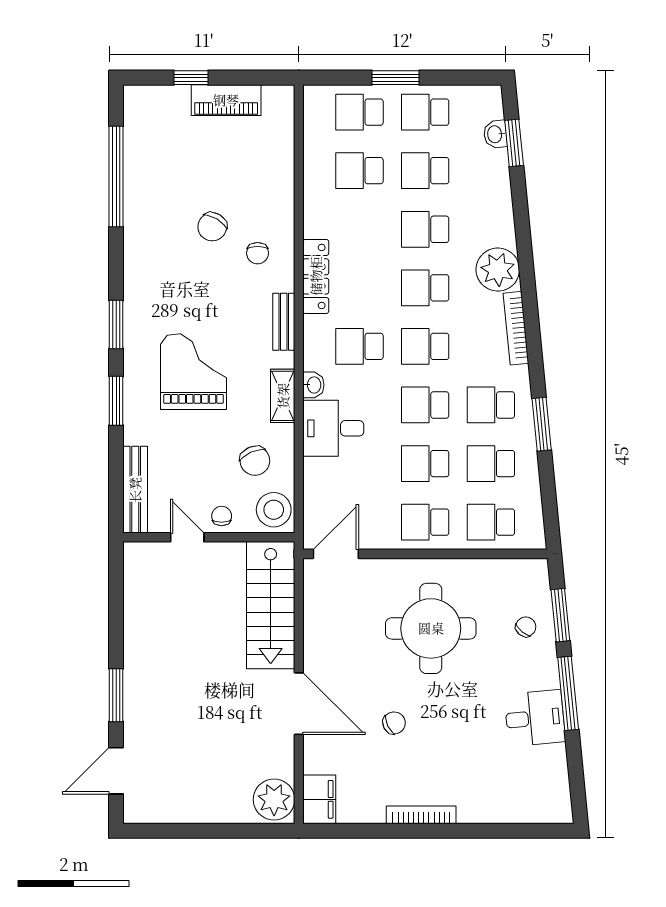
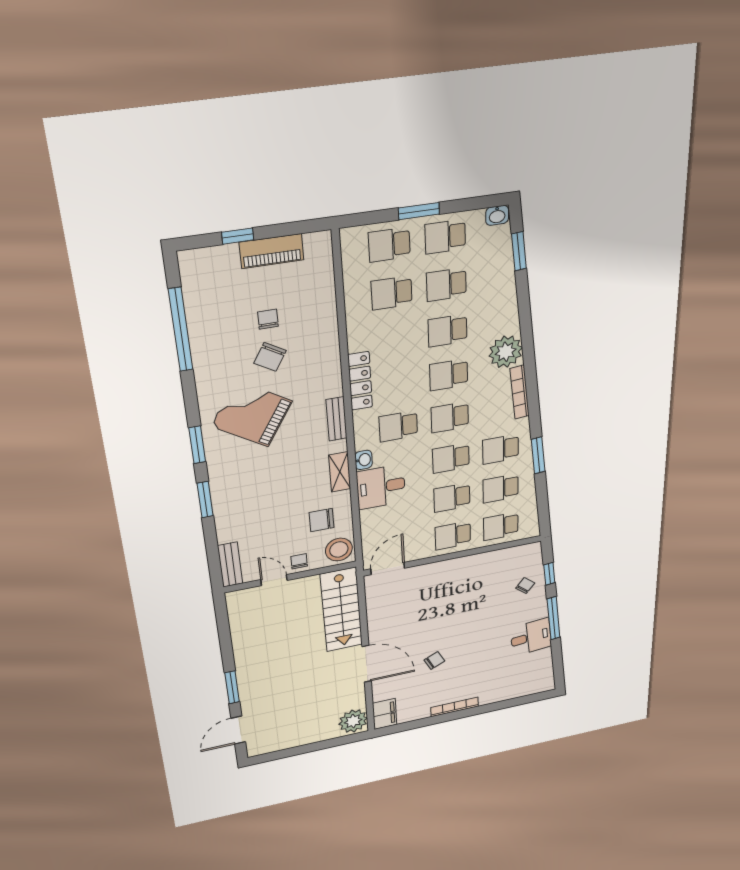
washbasin: (495, 134) -> (497, 215), moved, turned -84
chair: (258, 253) -> (268, 319), moved, turned 180
grand piano: (194, 372) -> (252, 414), moved, turned -58
chair: (255, 461) -> (322, 520), turned 114
bench: (135, 490) -> (230, 565), width x0.73
window: (560, 615) -> (549, 574), width x0.67
round table: (431, 628) -> (459, 600), removed

